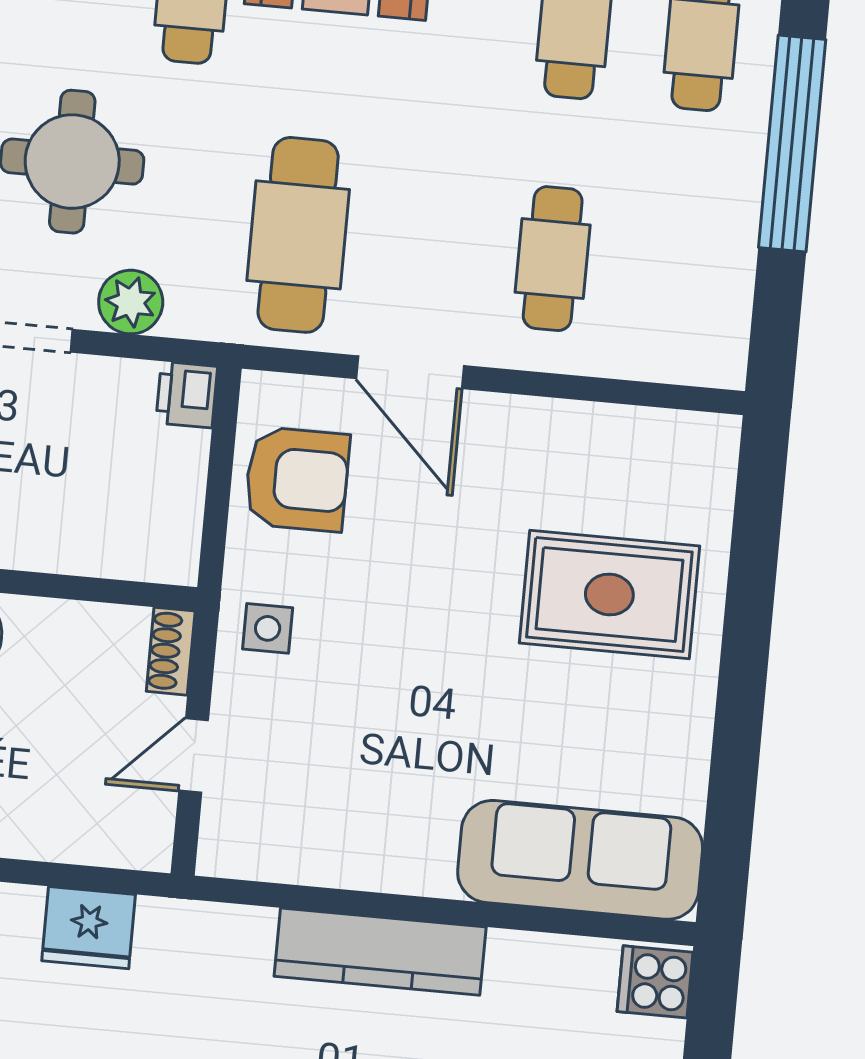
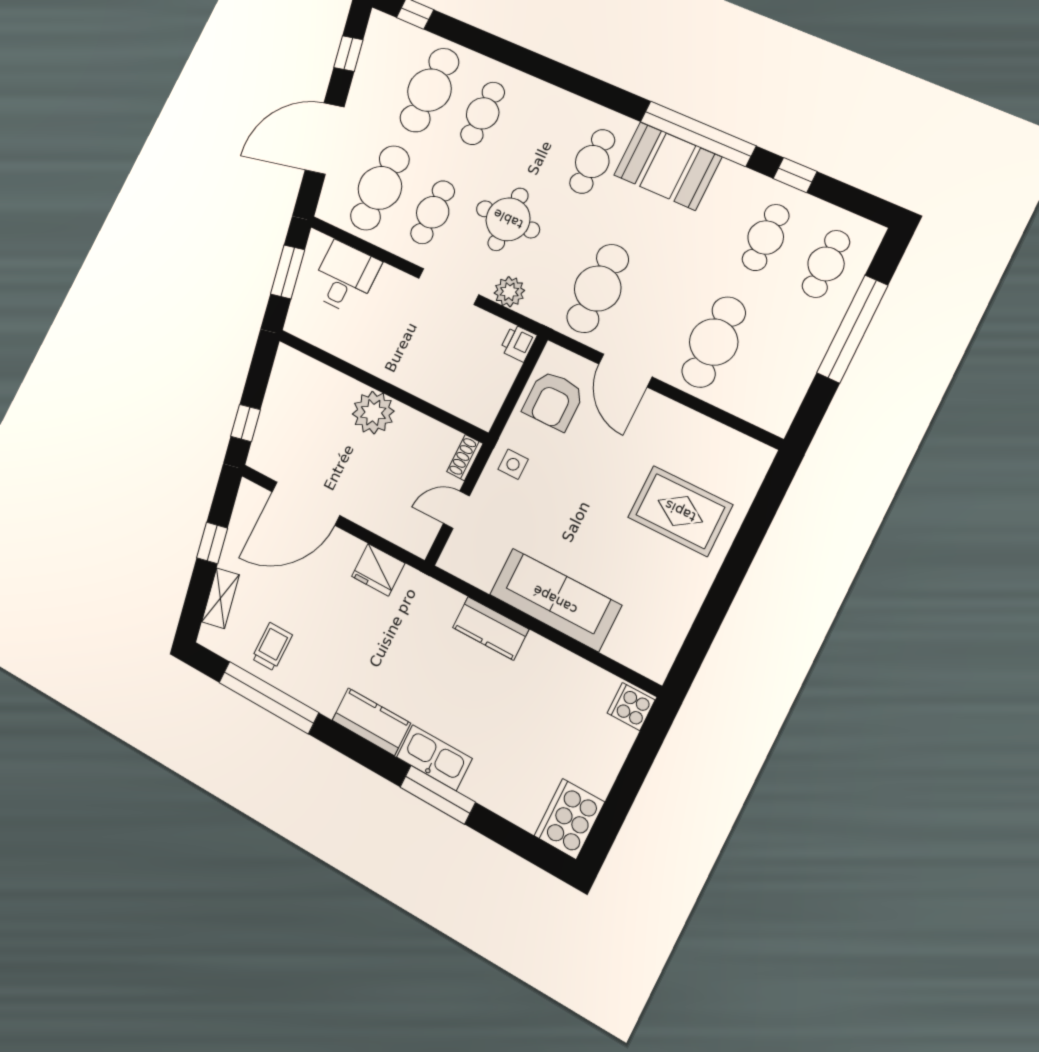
cafe table: (553, 259) -> (714, 342), width x1.37, depth x1.35
armchair: (297, 479) -> (553, 400), turned 90
sofa: (580, 860) -> (555, 600), moved
kitchen counter: (380, 952) -> (491, 628), width x0.67

